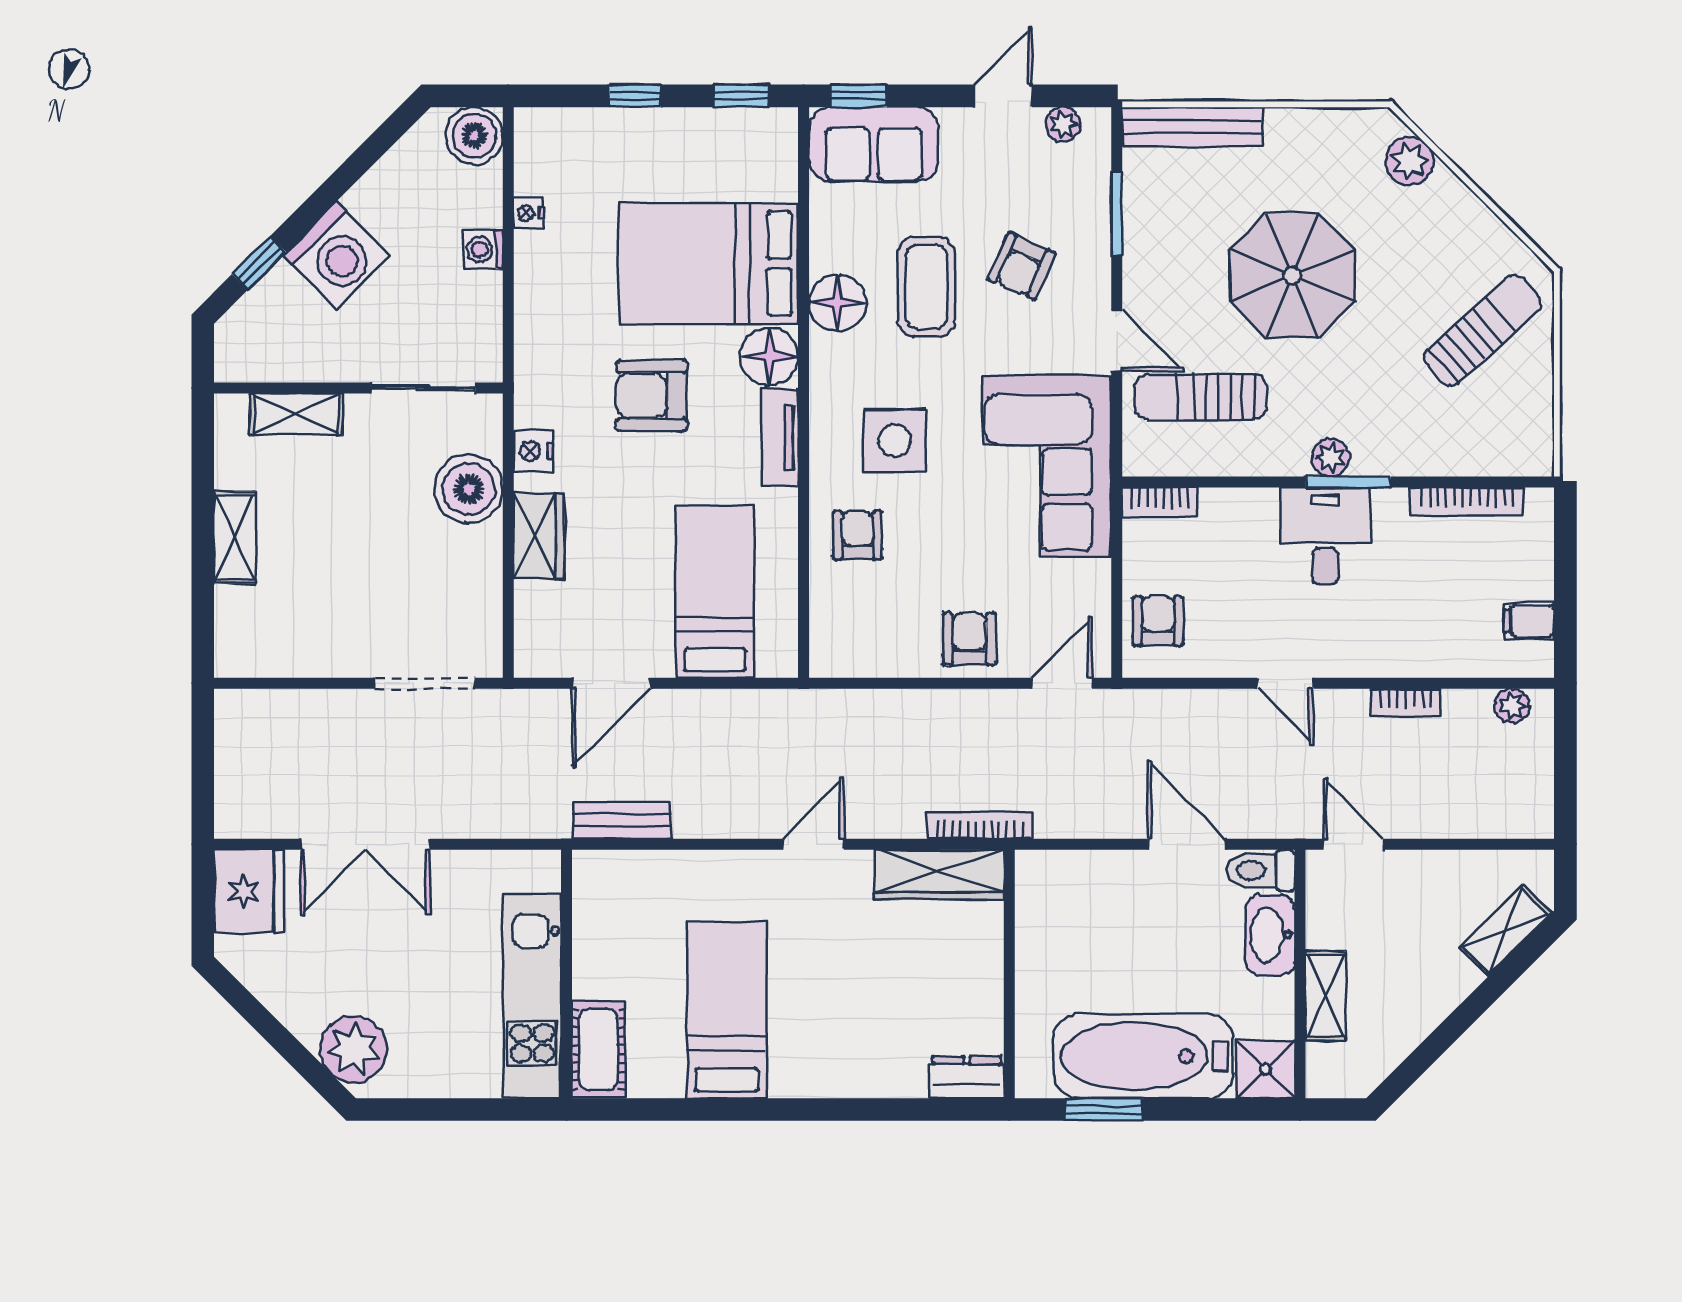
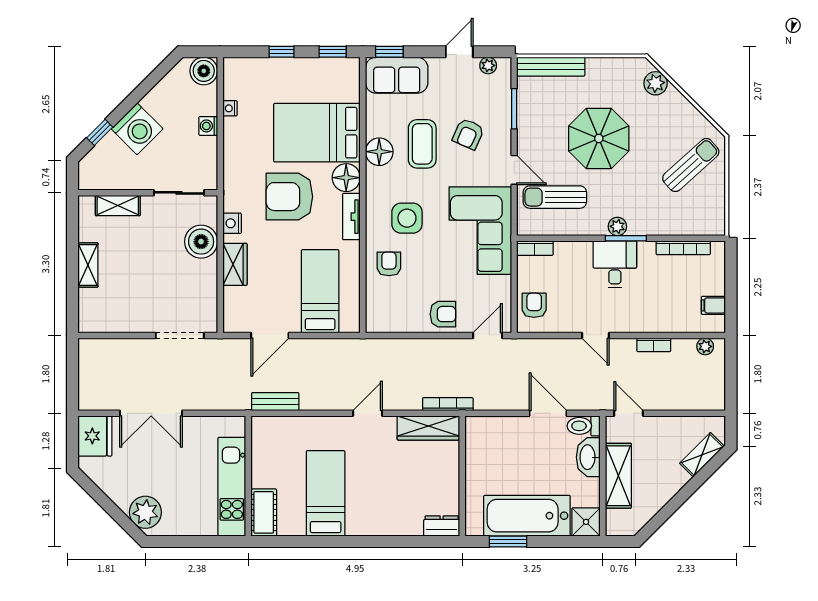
armchair: (652, 396) -> (289, 197), width x1.36, depth x1.36
armchair: (969, 639) -> (443, 314), turned 90
shelving: (1326, 996) -> (618, 476), width x1.50, depth x1.33

